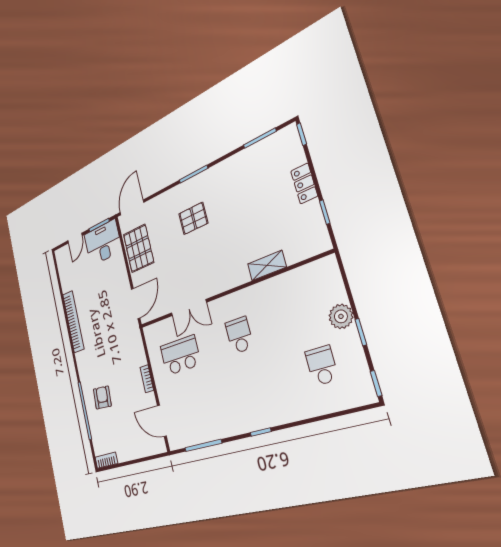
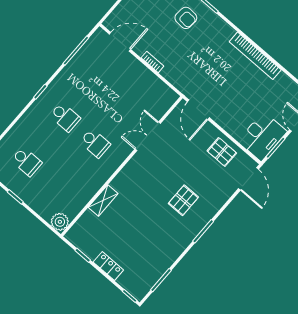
pallet: (139, 248) -> (222, 152), width x0.67, depth x0.71
plant: (341, 316) -> (60, 222), moved
school desk: (180, 355) -> (65, 117), moved, width x0.54

